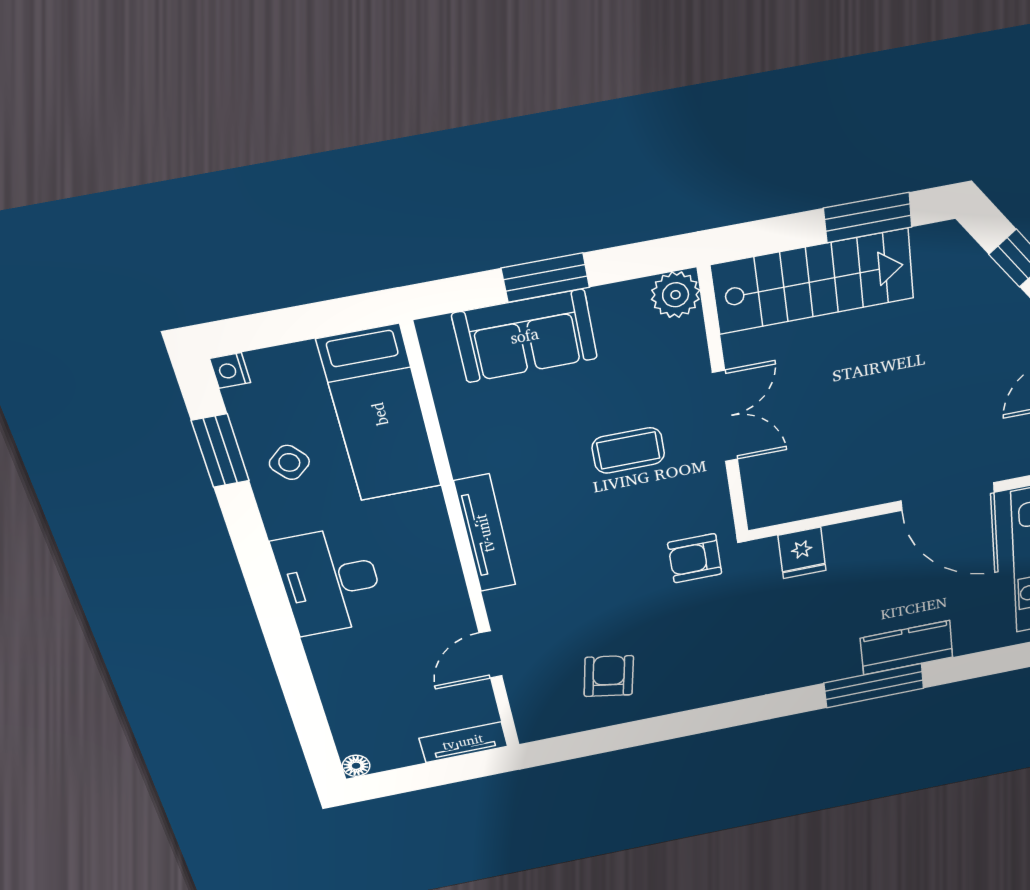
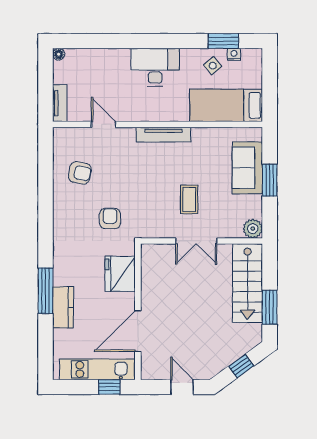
nightstand: (230, 370) -> (234, 54), moved
fridge: (802, 553) -> (120, 274), width x1.88, depth x1.34
armchair: (695, 558) -> (110, 219), moved

